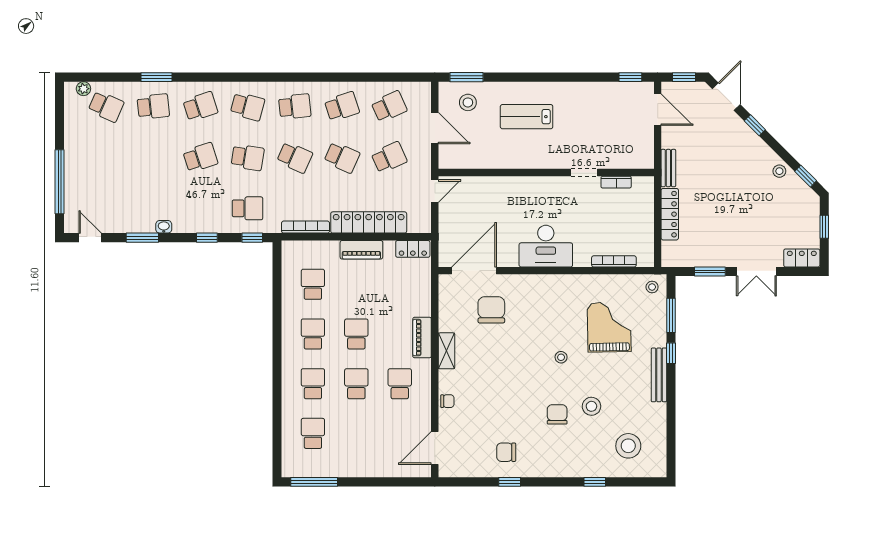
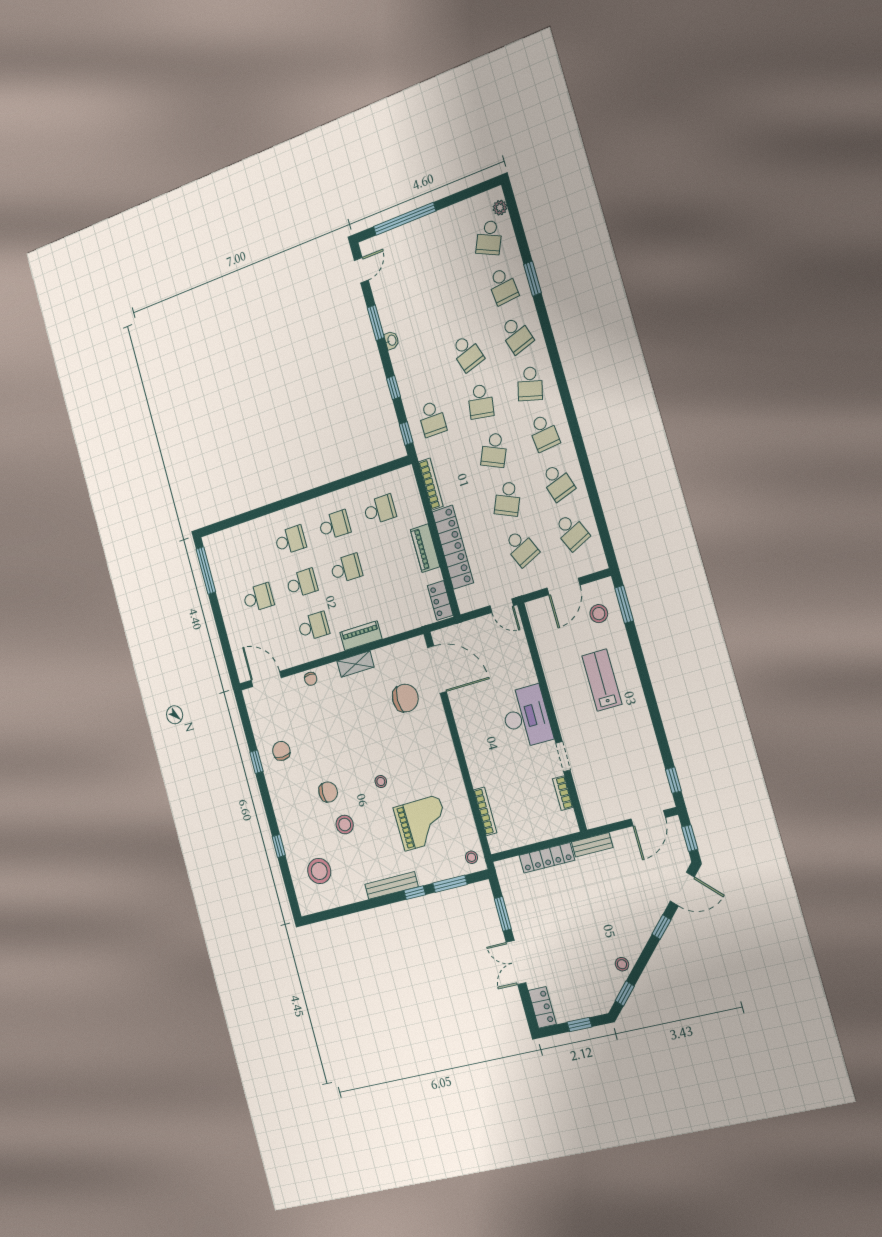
desk: (546, 246) -> (526, 717), moved, turned 180
school desk: (313, 433) -> (258, 598), moved

